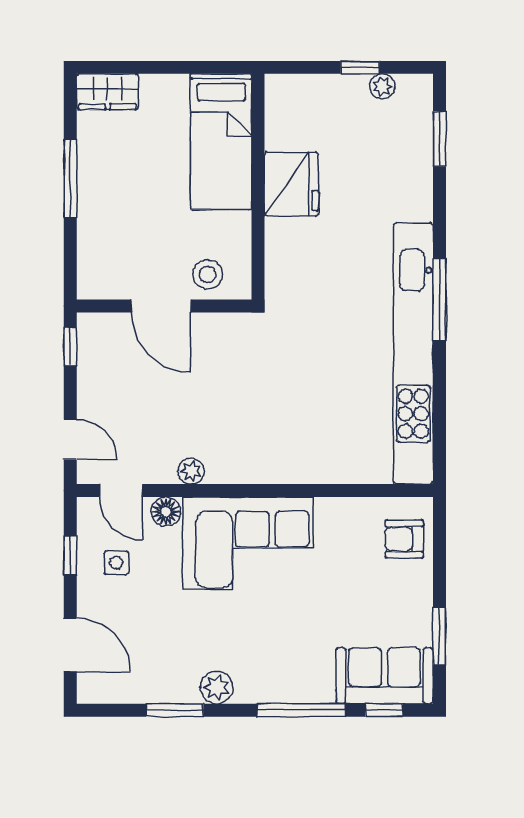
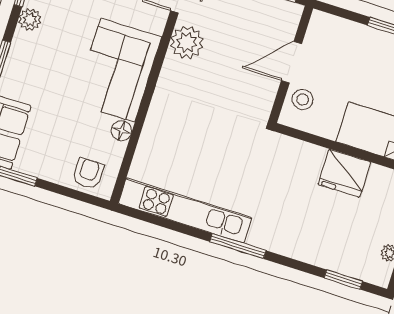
kitchen unit: (413, 354) -> (185, 211), width x0.73
plant: (191, 471) -> (187, 42), width x1.88, depth x1.88
floor lamp: (166, 512) -> (121, 131), moved

